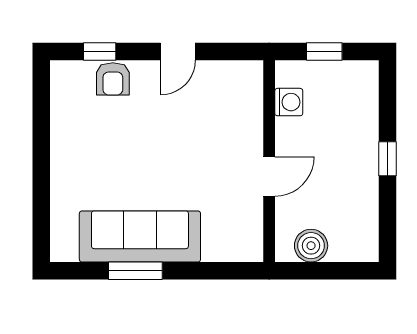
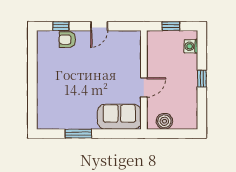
armchair: (113, 79) -> (67, 40), turned 90
washing machine: (289, 102) -> (191, 46), moved, turned 180
sofa: (140, 236) -> (119, 117), moved, width x0.73

